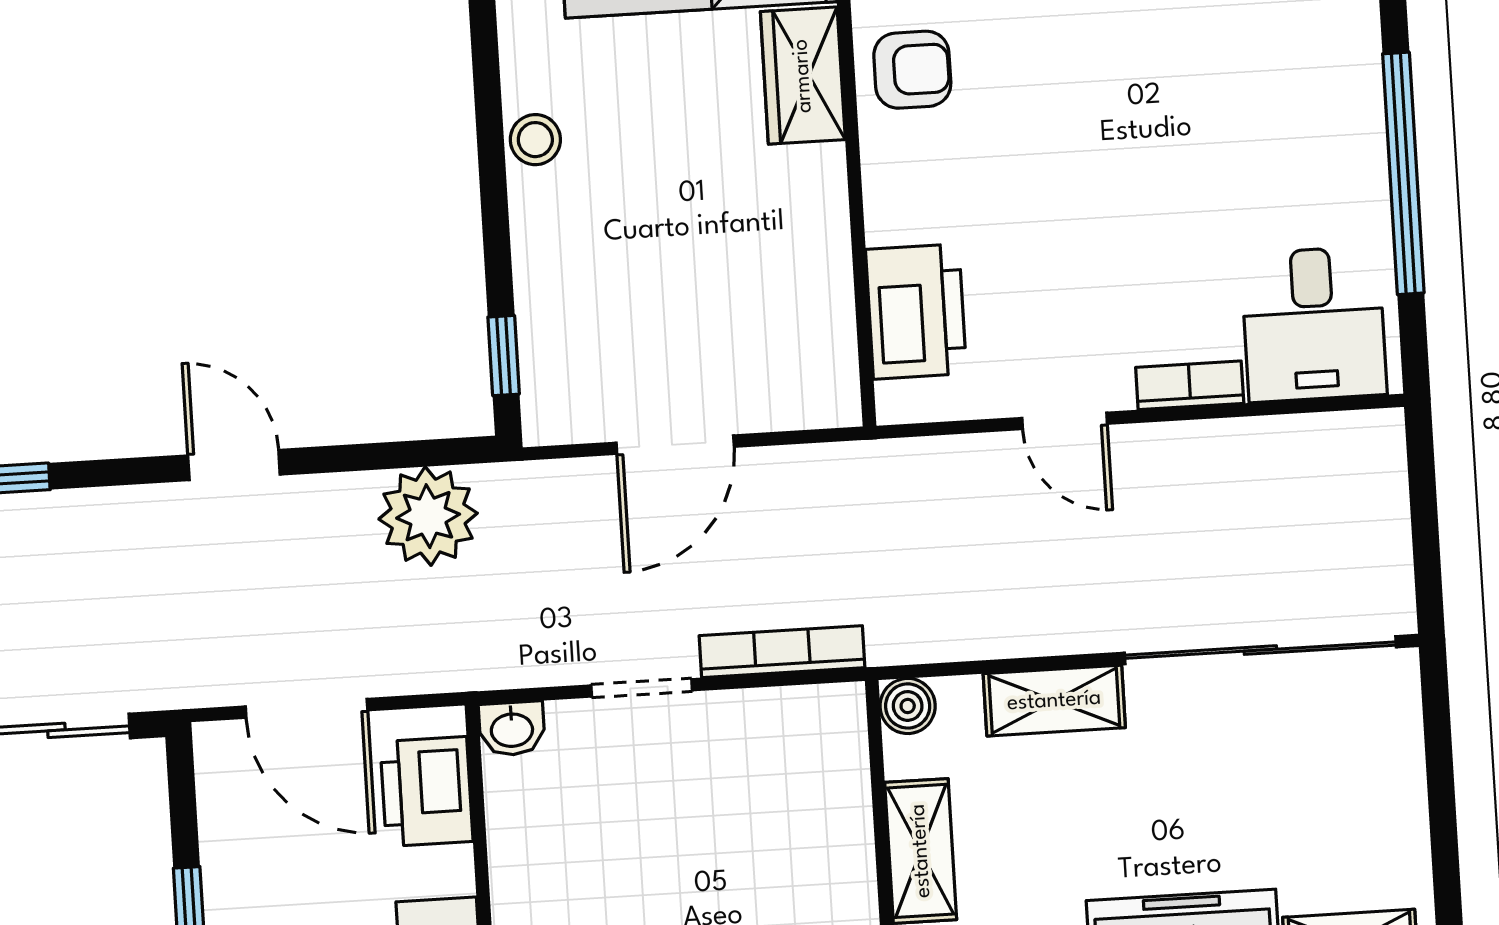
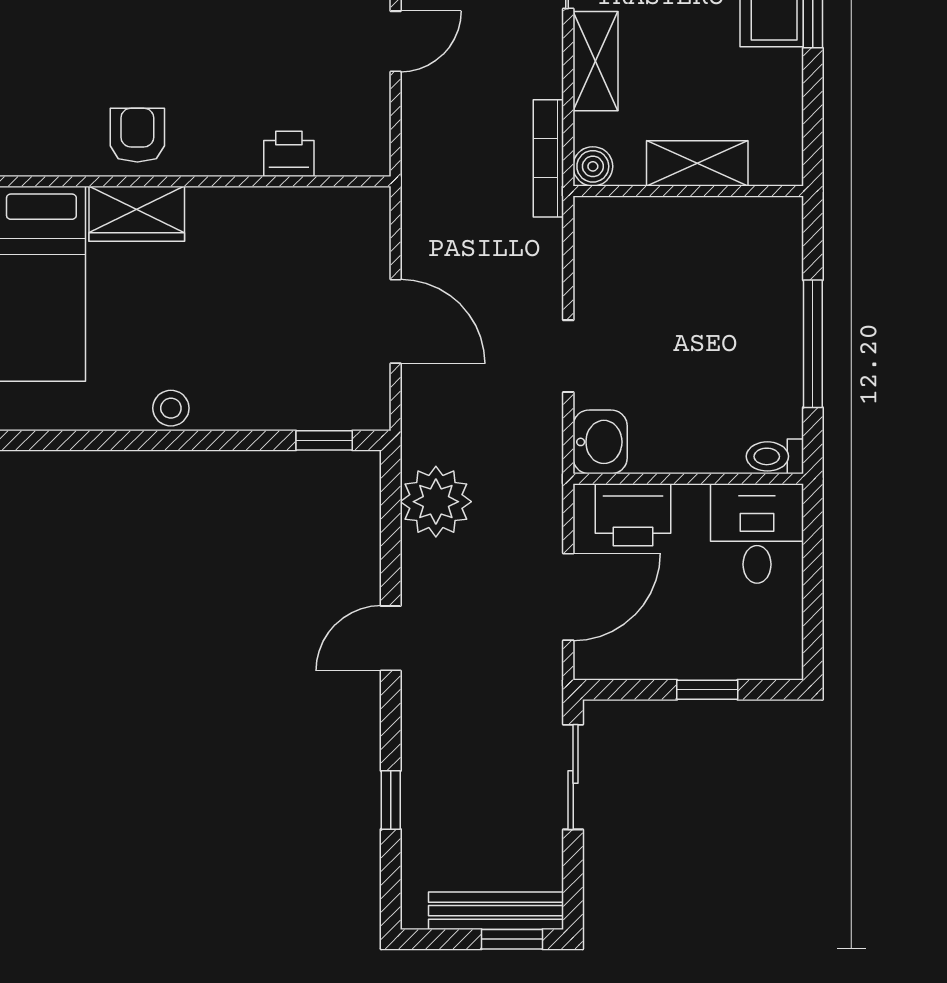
printer: (916, 311) -> (289, 154), width x0.53, depth x0.68
bookcase: (782, 652) -> (548, 158), moved
washbasin: (512, 729) -> (600, 442), width x1.38, depth x1.45

